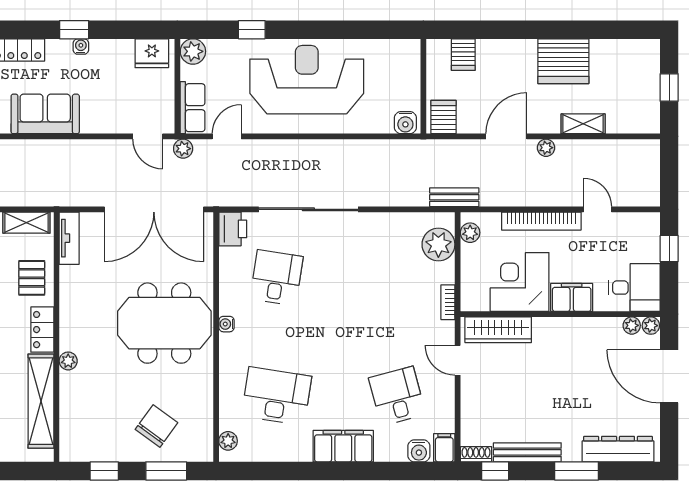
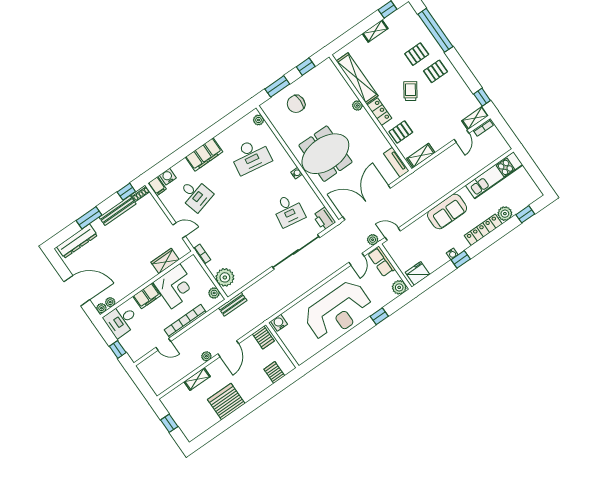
pallet: (32, 278) -> (401, 132), turned 90
wardrobe: (498, 330) -> (165, 261), width x0.67
chair: (156, 426) -> (296, 104), turned 54

